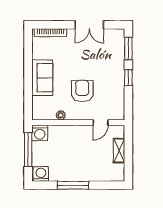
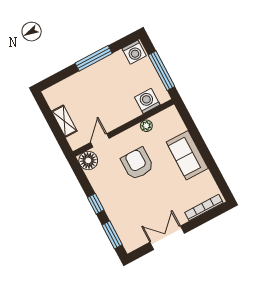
armchair: (82, 91) -> (137, 164), turned 180
floor lamp: (117, 112) -> (88, 160), added
washing machine: (40, 133) -> (147, 101), moved

